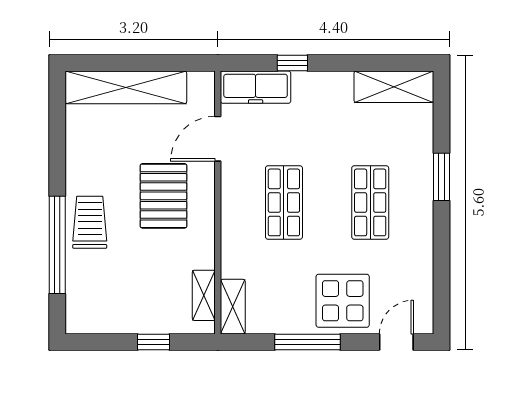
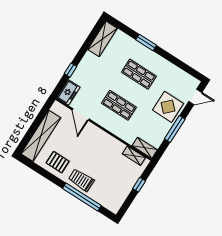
freezer: (256, 87) -> (68, 93), width x0.71
pallet: (164, 196) -> (58, 162), moved, width x0.67, depth x0.71
door: (396, 342) -> (195, 97), swing flipped

